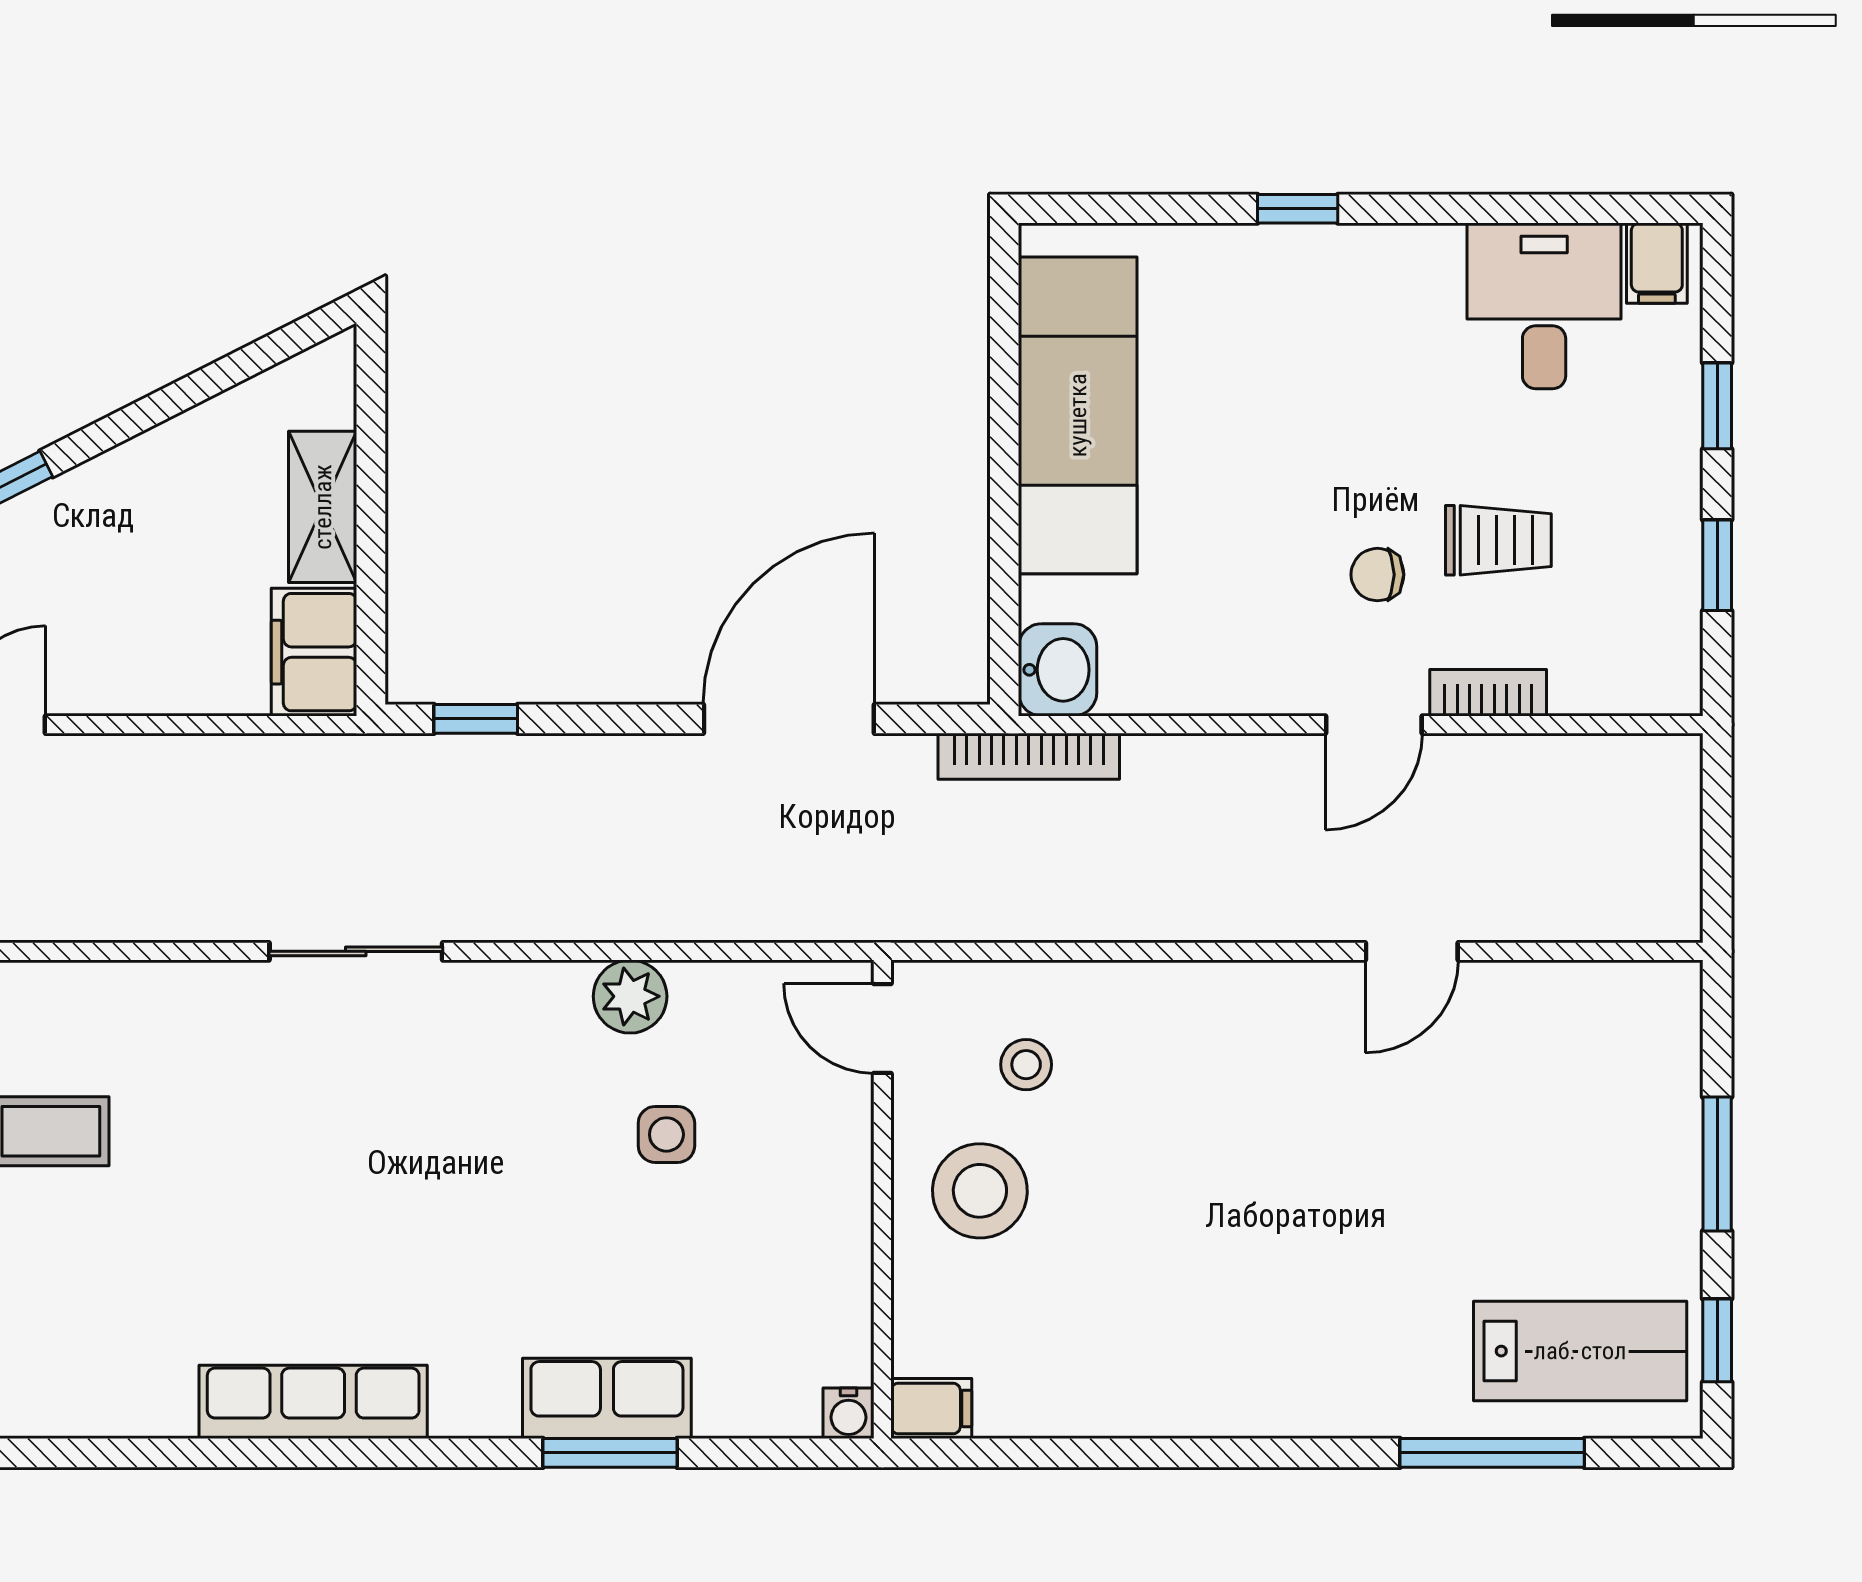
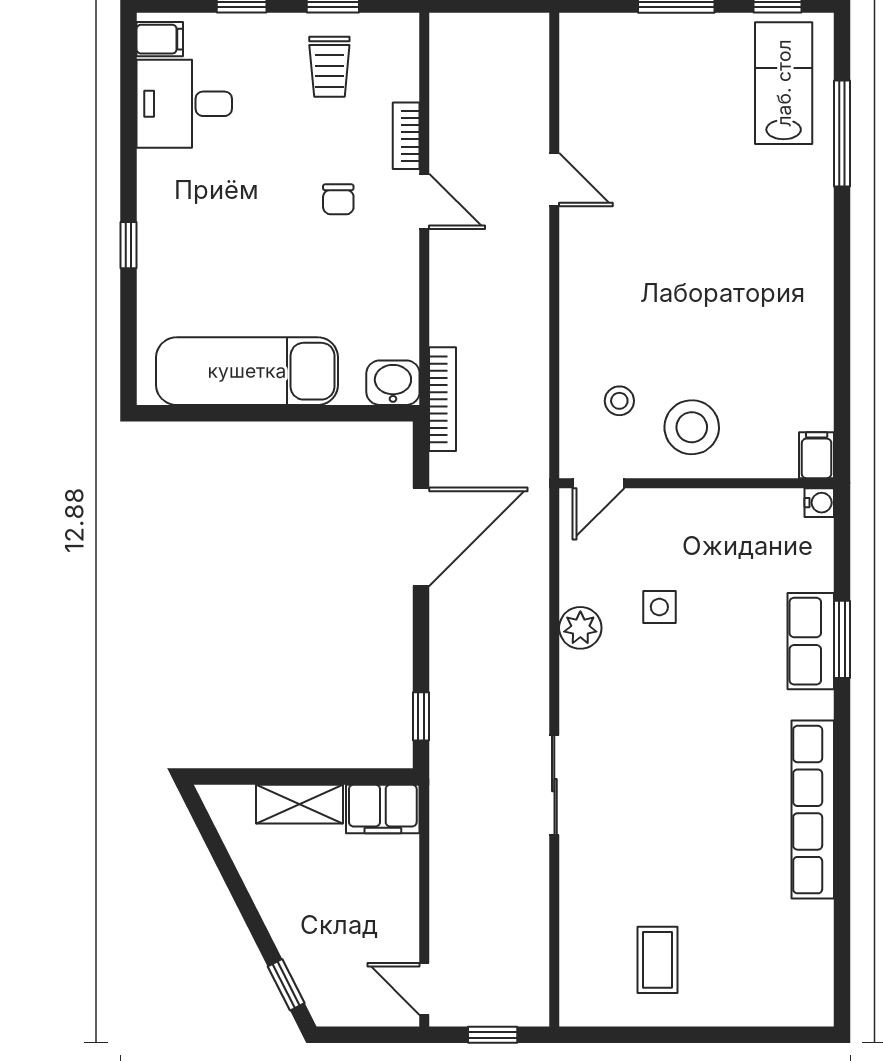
trolley: (1498, 540) -> (329, 67), moved, turned 180
door: (789, 719) -> (421, 537), swing flipped
row of seats: (313, 1402) -> (813, 810), width x1.36

